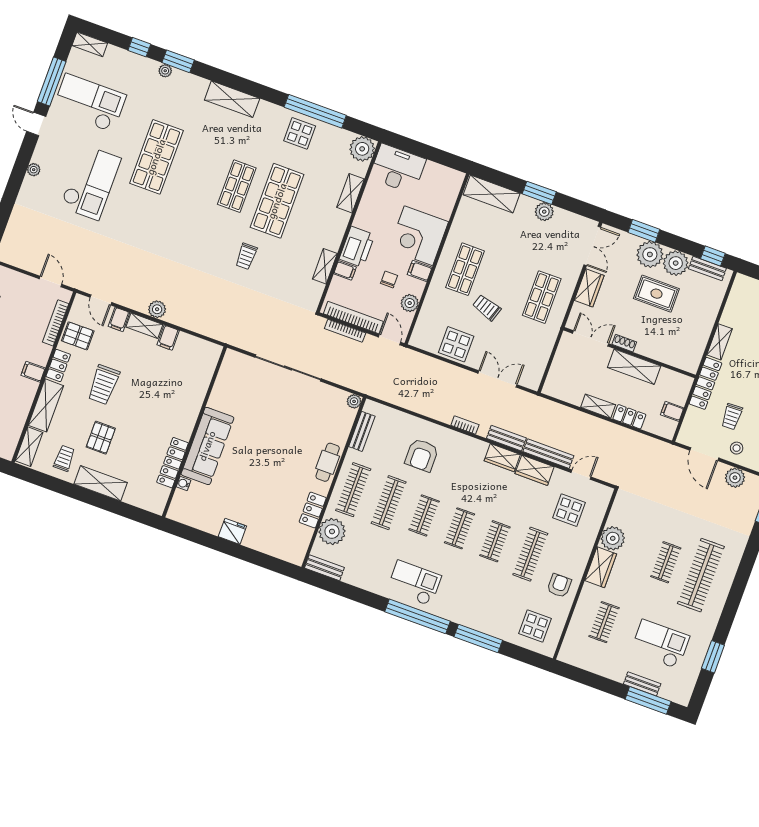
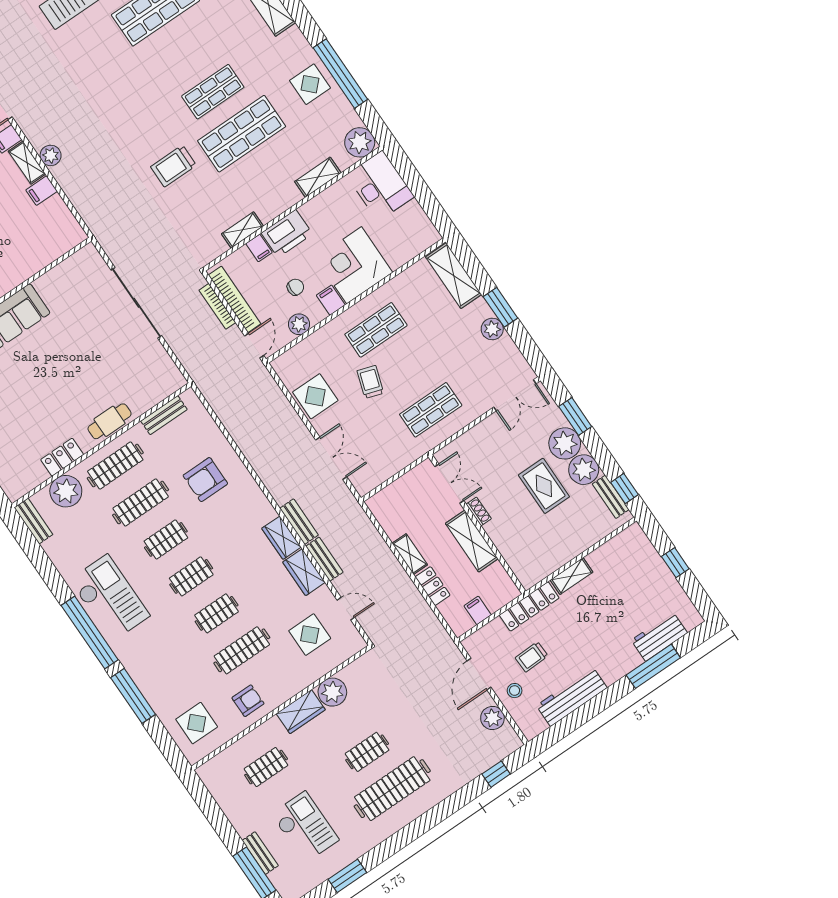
trolley: (246, 256) -> (173, 166), width x1.36, depth x1.39
wardrobe: (589, 288) -> (483, 434), removed
plant: (354, 401) -> (177, 381), removed
bookcase: (465, 425) -> (268, 480), removed
bench: (548, 454) -> (324, 559), width x0.73
checkout: (414, 583) -> (110, 598), width x1.36, depth x1.21

